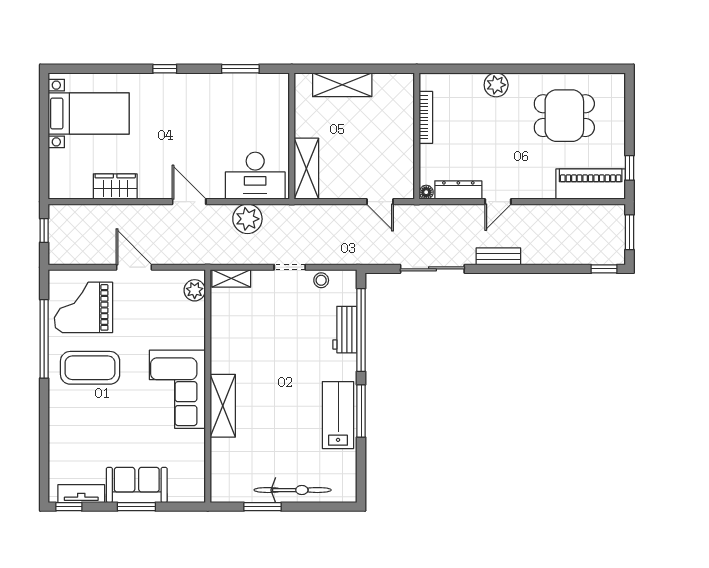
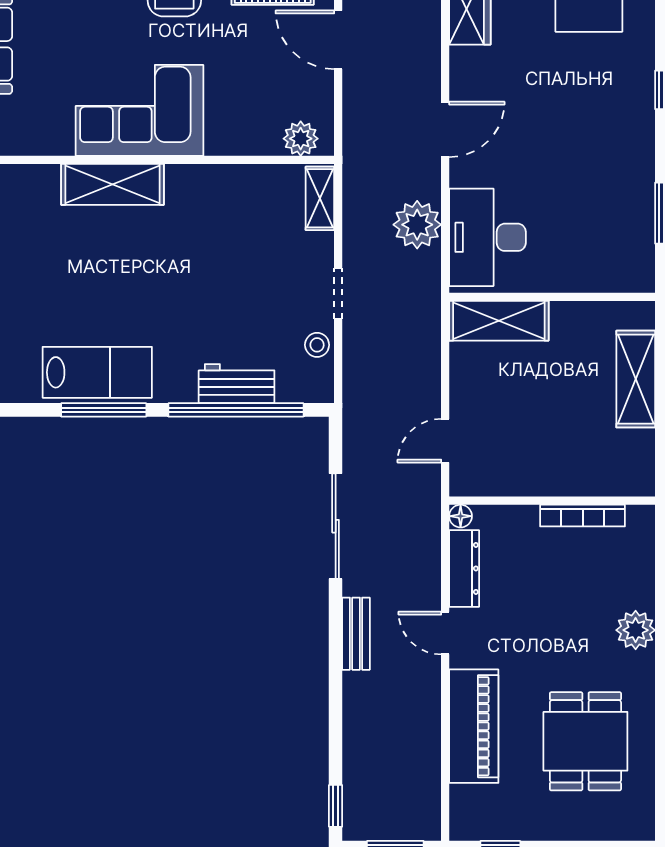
piano: (591, 184) -> (474, 726), moved
door: (134, 267) -> (338, 40), swing flipped

